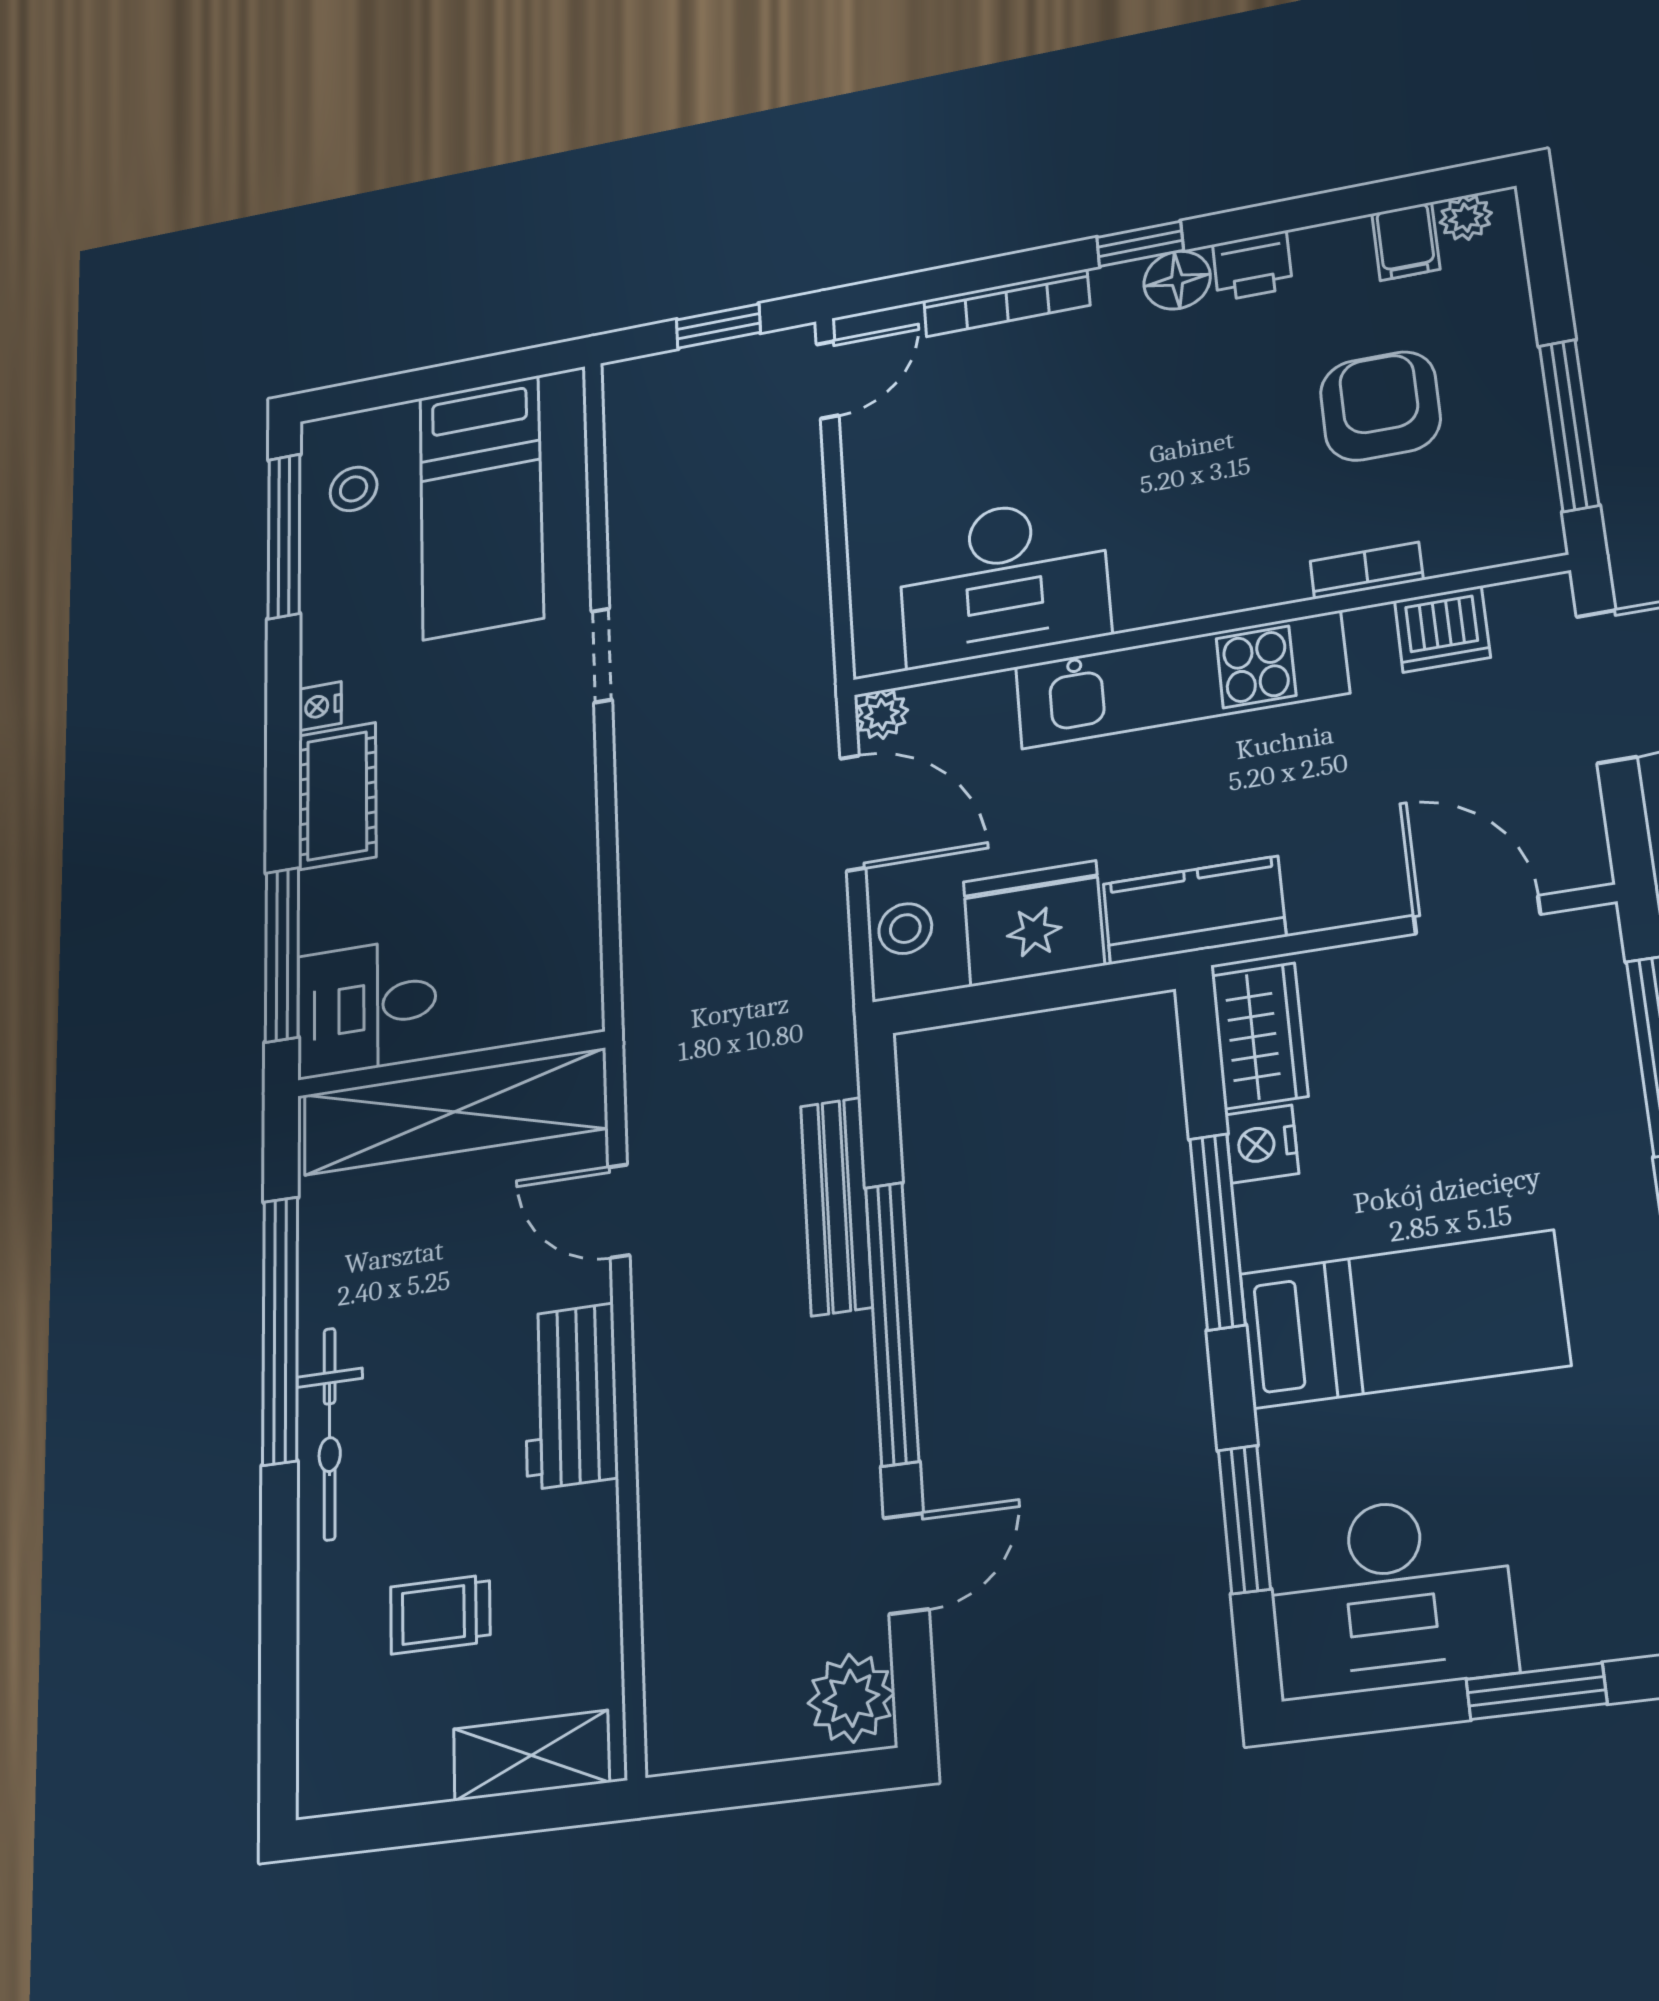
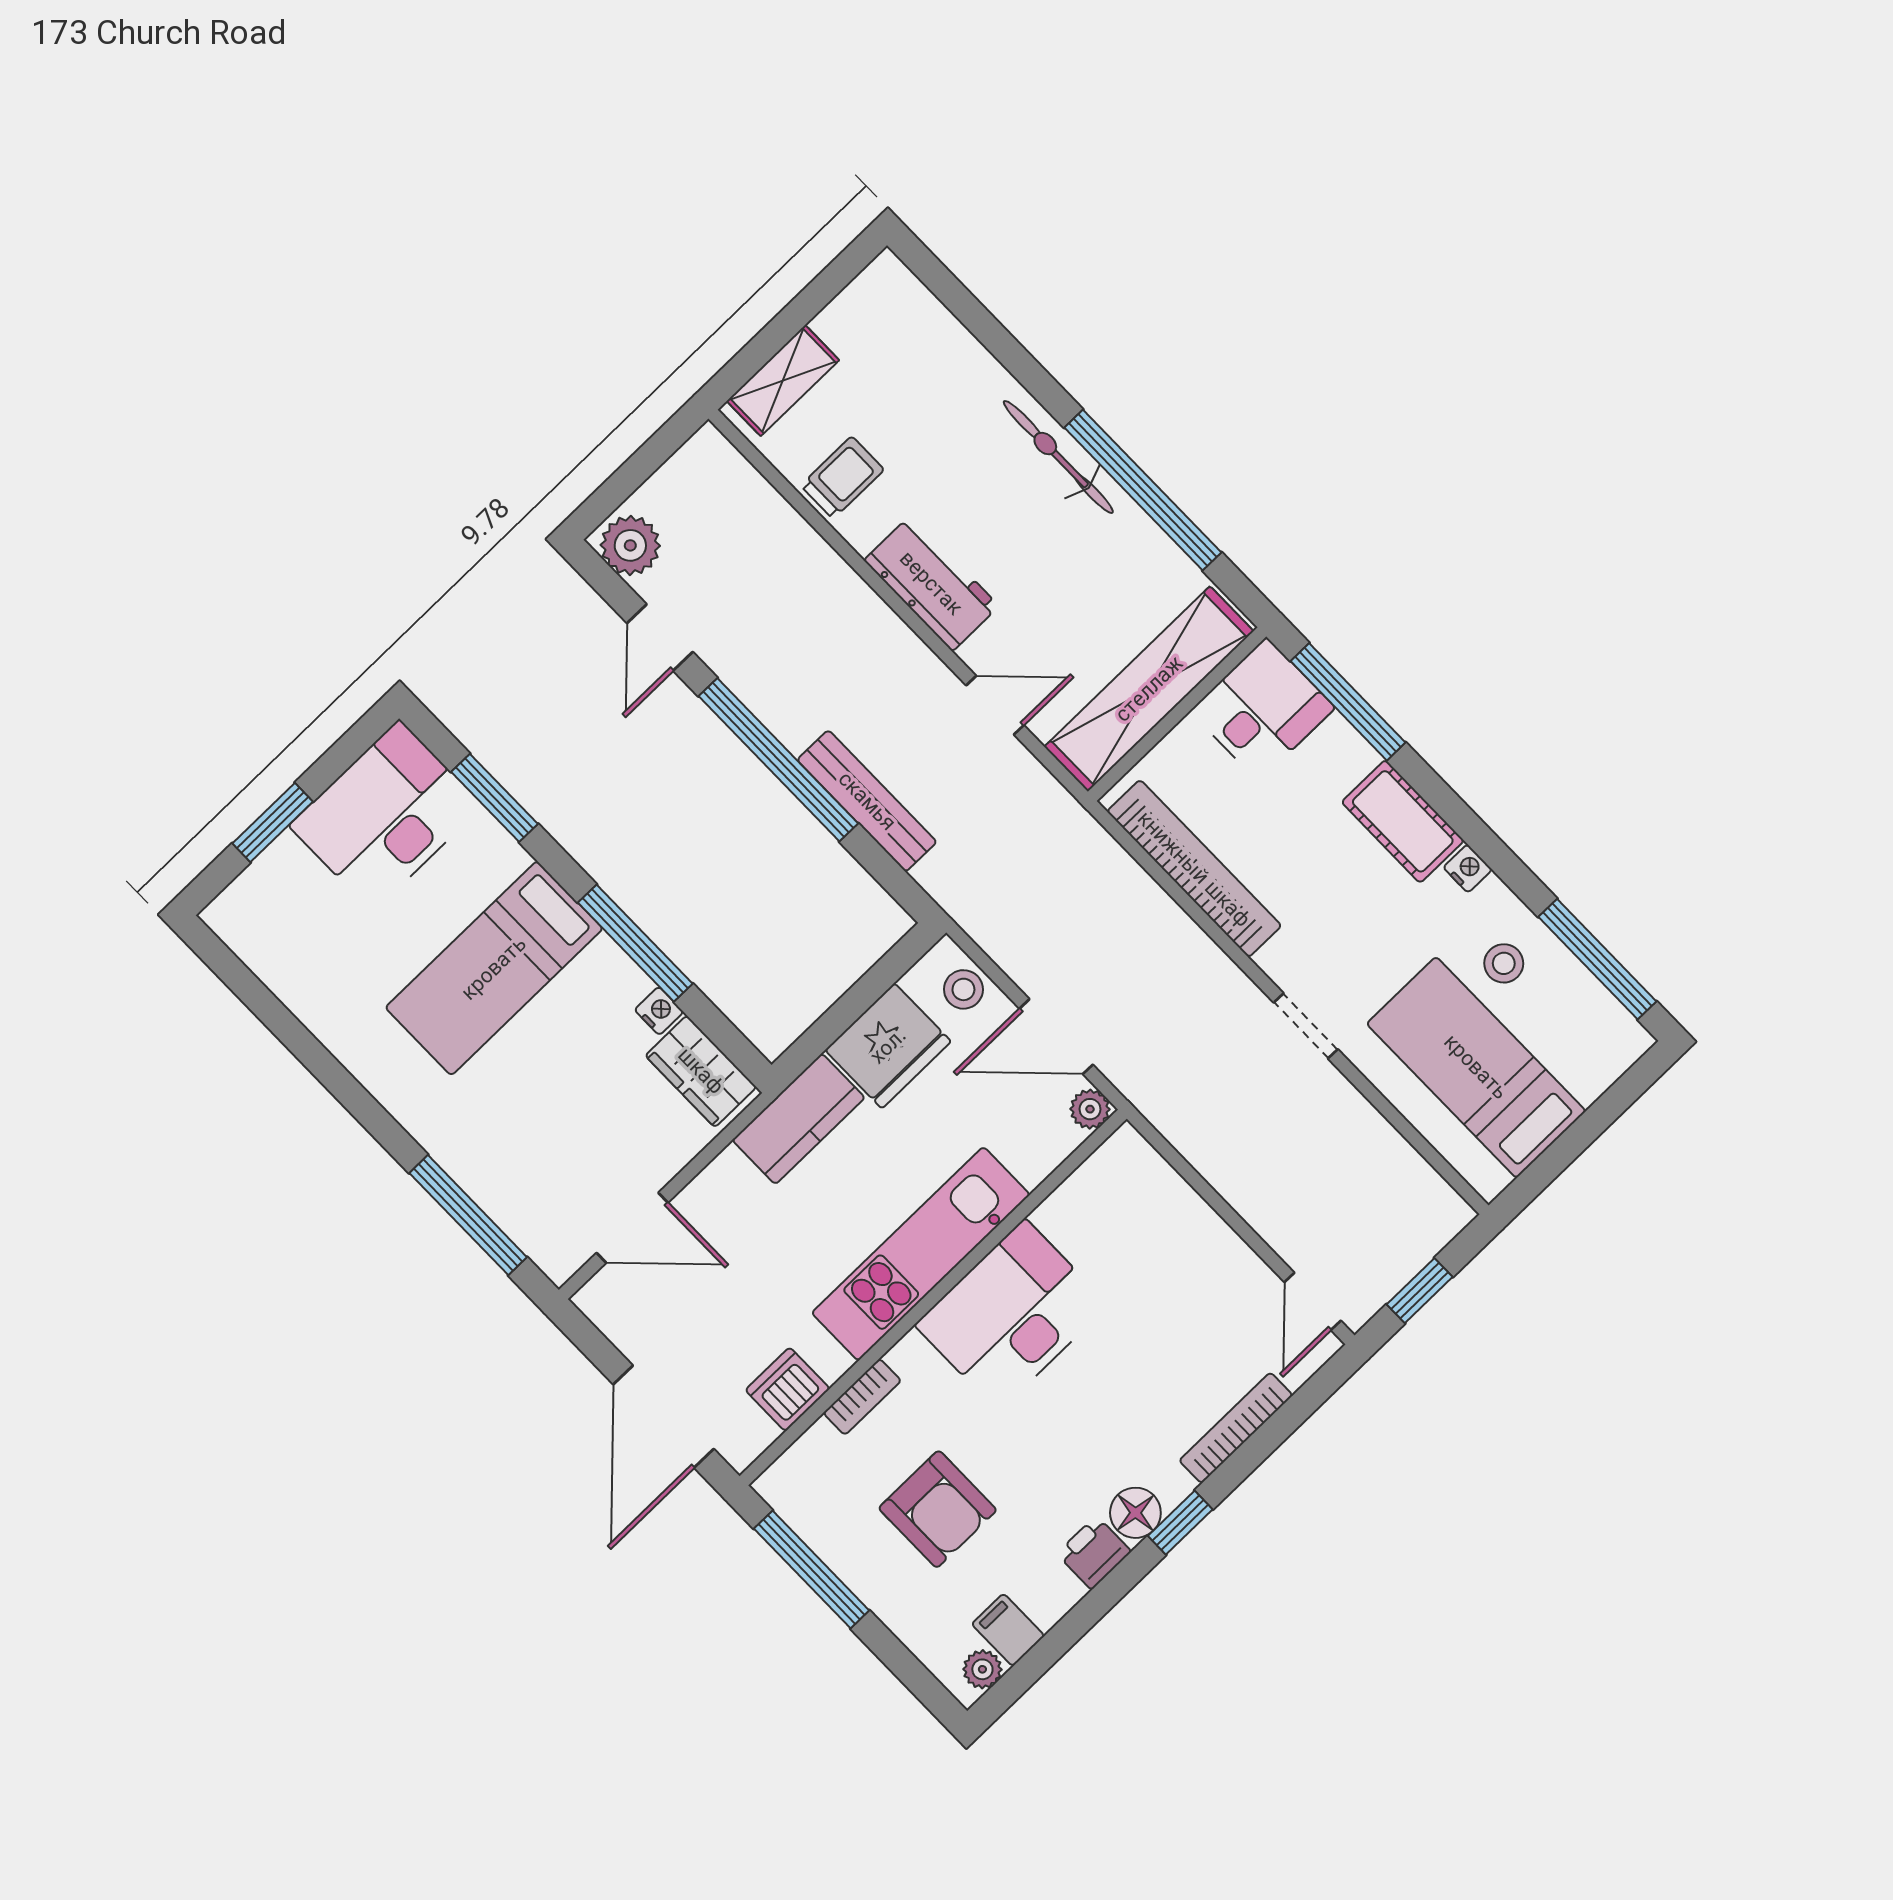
stool: (354, 489) -> (1504, 963), moved
desk: (1004, 580) -> (1012, 1315), moved
bookcase: (571, 891) -> (1194, 869), added
nightstand: (1262, 1144) -> (659, 1011), width x0.72, depth x0.74
trolley: (440, 1614) -> (842, 478), moved

